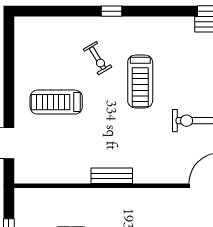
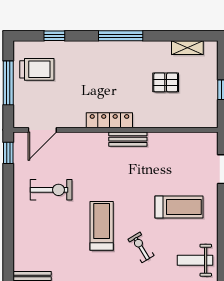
weight bench: (39, 44) -> (195, 260), added
locker: (132, 196) -> (109, 120), added

